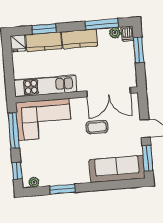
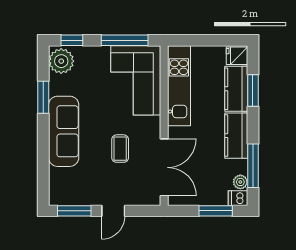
double door: (109, 92) -> (164, 167), swing flipped
sofa: (117, 169) -> (64, 131), moved
plant: (34, 182) -> (61, 61), width x1.87, depth x1.87

